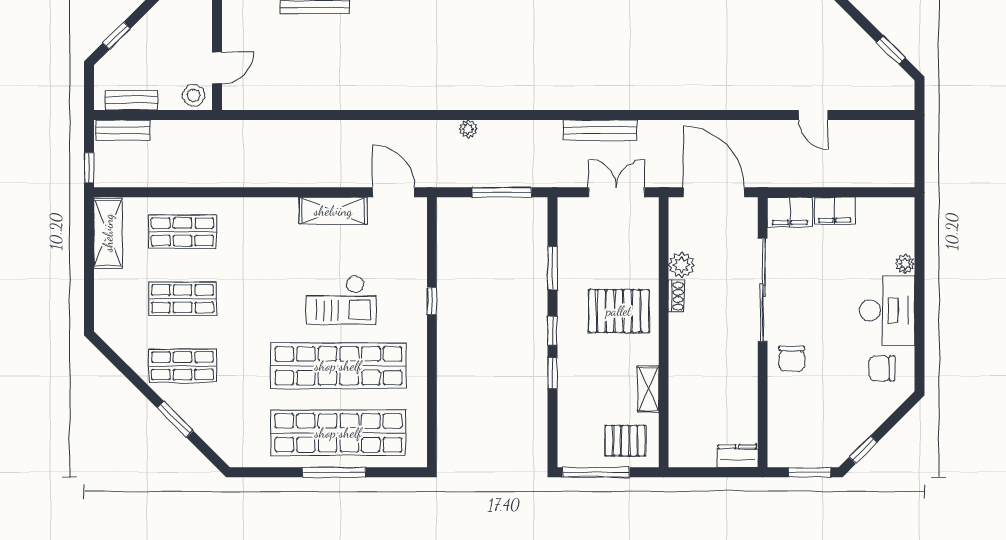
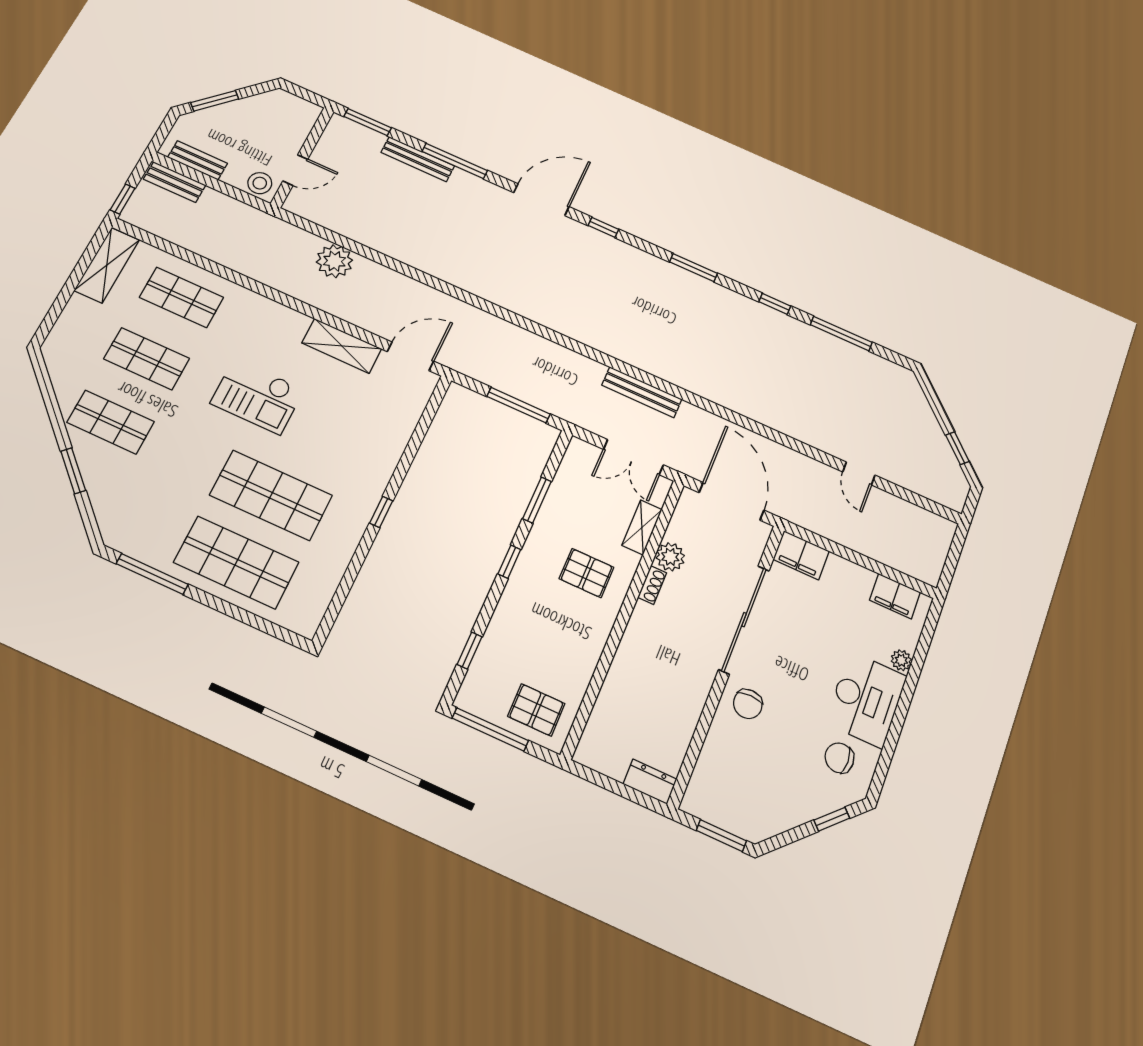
window: (117, 36) -> (215, 101), width x1.50
plant: (468, 129) -> (334, 261), moved, width x1.87, depth x1.87
door: (394, 192) -> (410, 356), hinge flipped
double door: (617, 192) -> (633, 457), swing flipped
filing cabinet: (835, 211) -> (895, 596), moved
checkout: (341, 300) -> (257, 396), moved
window: (432, 301) -> (381, 512), moved
pallet: (619, 311) -> (587, 573), width x0.67, depth x0.71
shop shelf: (338, 366) -> (271, 495), width x0.71
window: (553, 373) -> (470, 650), moved
shelving: (648, 389) -> (642, 527), moved
shop shelf: (338, 433) -> (236, 562), width x0.71
window: (863, 450) -> (832, 819), moved
window: (334, 472) -> (152, 574), moved

